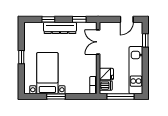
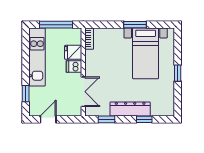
dishwasher: (106, 86) -> (74, 67), moved

